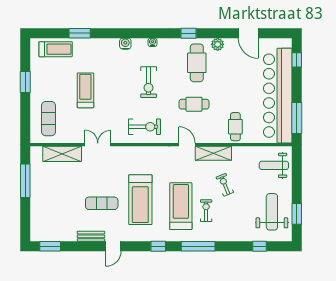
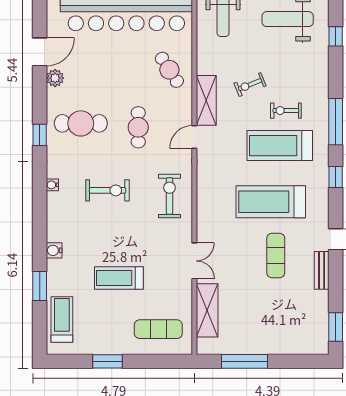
water cooler: (125, 44) -> (54, 250), moved
plant: (218, 44) -> (55, 78), moved
cafe table: (235, 127) -> (169, 70), turned 57
double door: (98, 145) -> (194, 261), swing flipped
treadmill: (140, 200) -> (271, 202), turned 180

